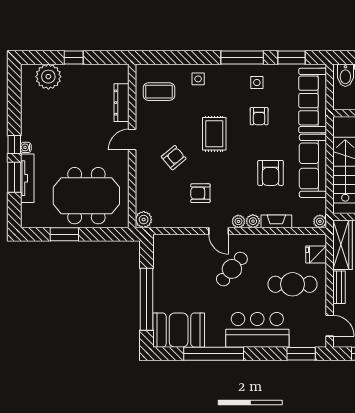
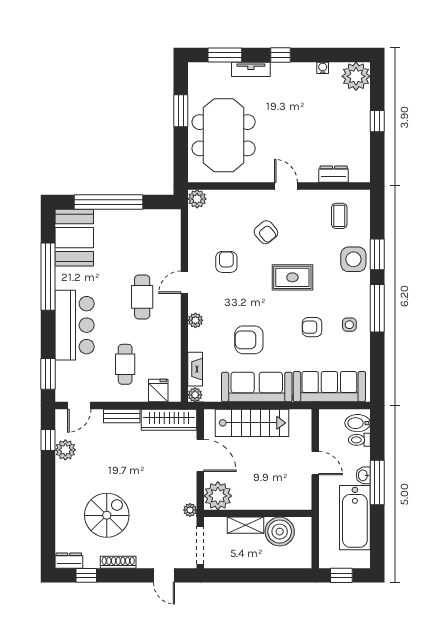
window: (292, 57) -> (377, 254), moved
plant: (48, 77) -> (356, 76), moved
side table: (198, 79) -> (353, 259), width x1.87, depth x1.87
coffee table: (159, 92) -> (339, 216), width x0.73, depth x0.77
dresser: (121, 103) -> (334, 174), width x0.70
water cooler: (26, 147) -> (323, 68), moved
window: (14, 177) -> (225, 55), moved
tv unit: (27, 178) -> (251, 69), width x0.71
plant: (238, 221) -> (195, 304), removed
fireplace: (276, 221) -> (195, 369), moved
cafe table: (232, 269) -> (142, 297), turned 50
cafe table: (292, 284) -> (125, 364), width x0.73, depth x0.74

